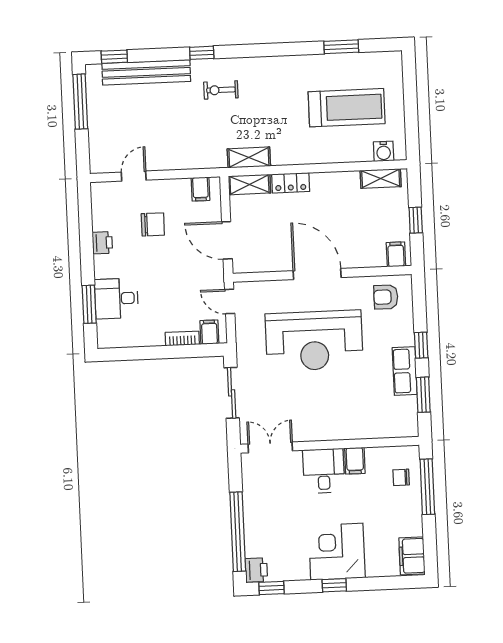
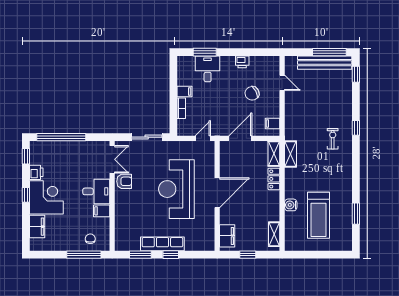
bench: (146, 72) -> (325, 63), moved, turned 90
water cooler: (384, 151) -> (291, 205), moved
chair: (153, 224) -> (252, 93), turned 62
filing cabinet: (396, 254) -> (227, 236), width x2.00
armchair: (386, 297) -> (124, 181), moved, turned 90
filing cabinet: (209, 332) -> (184, 91), moved
row of seats: (405, 371) -> (162, 244), width x1.48
filing cabinet: (412, 556) -> (37, 227), moved, turned 90
printer: (256, 570) -> (36, 172), moved, turned -90

